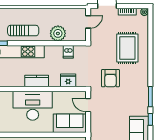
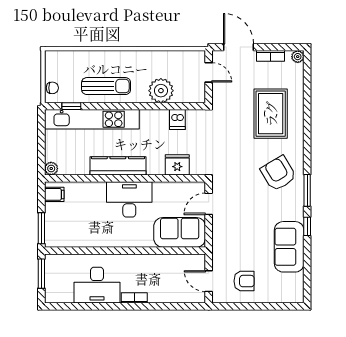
door: (88, 22) -> (209, 72), hinge flipped
armchair: (110, 78) -> (278, 173), moved, turned 149
kitchen counter: (37, 81) -> (118, 166), width x1.50
door: (88, 105) -> (209, 204), hinge flipped
desk: (33, 106) -> (129, 199), width x0.73, depth x0.77

